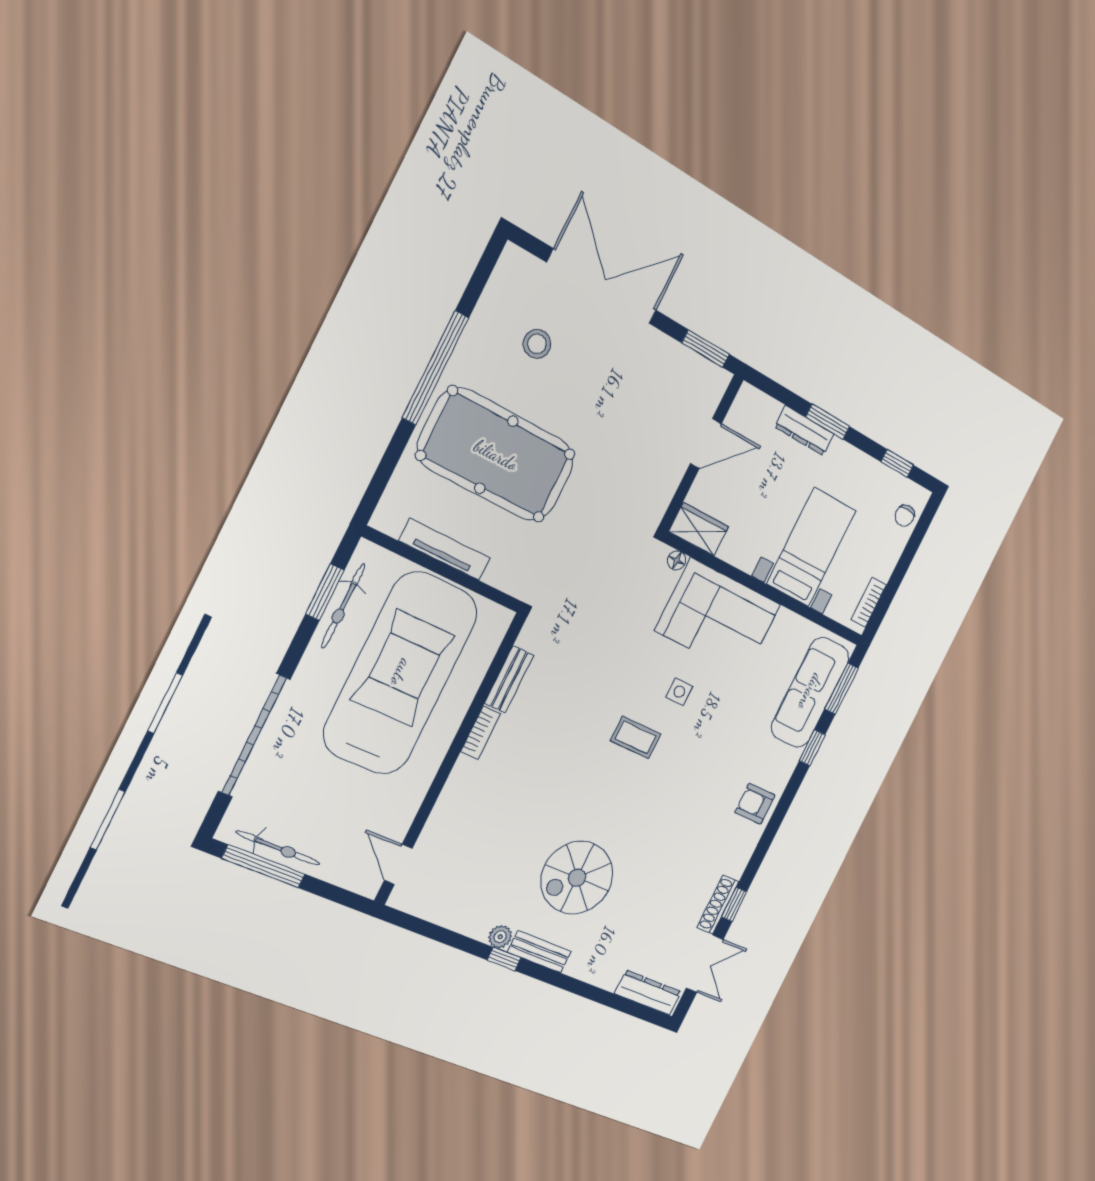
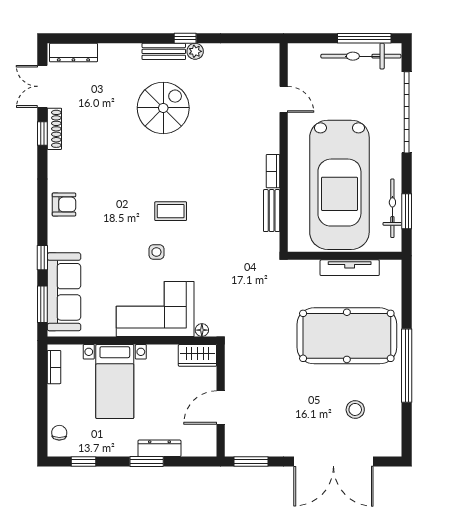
bicycle: (278, 848) -> (361, 56), width x1.37, depth x1.40
door: (398, 864) -> (284, 99), moved

